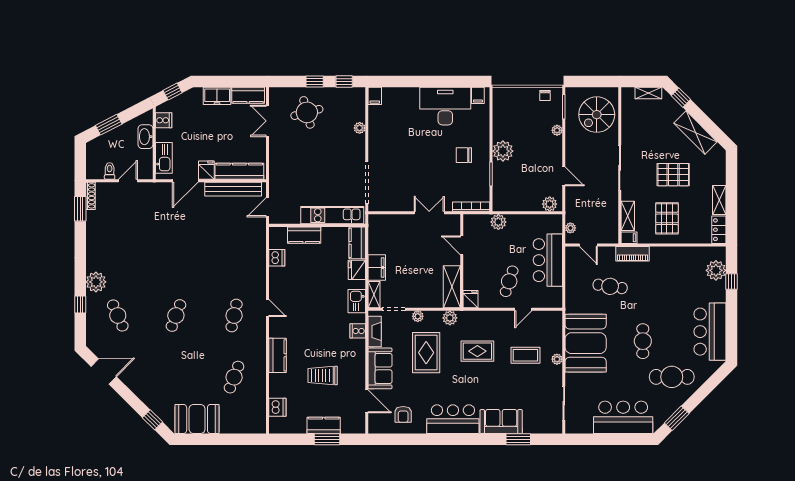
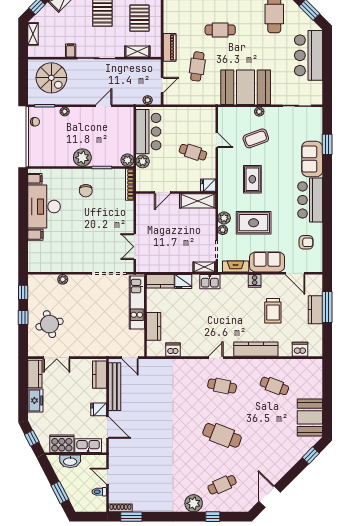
filing cabinet: (375, 96) -> (35, 235), moved
cooker: (164, 120) -> (62, 444), width x1.87, depth x1.31
kitchen counter: (239, 171) -> (99, 375), width x0.67
plant: (550, 204) -> (127, 160), moved
double door: (429, 213) -> (135, 247), moved
pallet: (667, 218) -> (140, 18), turned 90
filing cabinet: (629, 238) -> (71, 50), moved
bar counter: (548, 260) -> (148, 132), moved, turned -90
filing cabinet: (377, 267) -> (181, 265), removed
cafe table: (176, 315) -> (222, 435), width x1.37, depth x1.35
plant: (450, 318) -> (224, 218), moved
cooker: (358, 331) -> (255, 281), moved
cafe table: (643, 341) -> (220, 30), moved
kitchen counter: (277, 355) -> (256, 349), width x1.50
coffee table: (525, 355) -> (256, 138), turned 70
door: (367, 401) -> (295, 273), swing flipped
window: (327, 439) -> (327, 307), width x1.44

